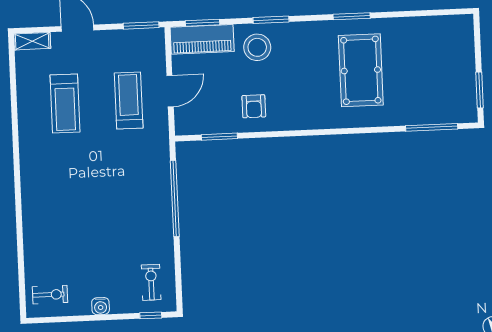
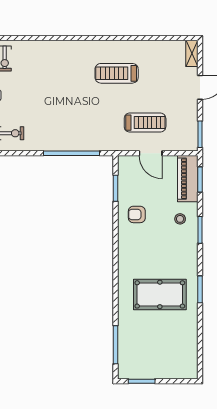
stool: (257, 47) -> (180, 219), width x0.53, depth x0.53
treadmill: (65, 103) -> (117, 73), moved

